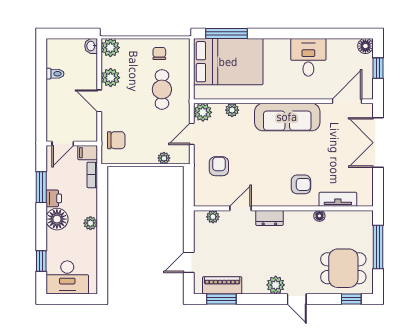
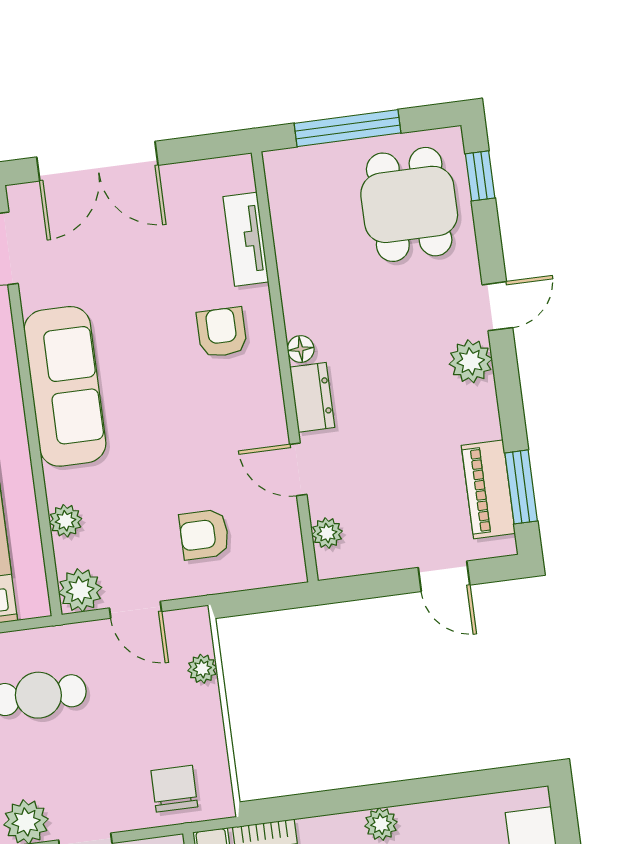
floor lamp: (319, 216) -> (301, 349), moved

